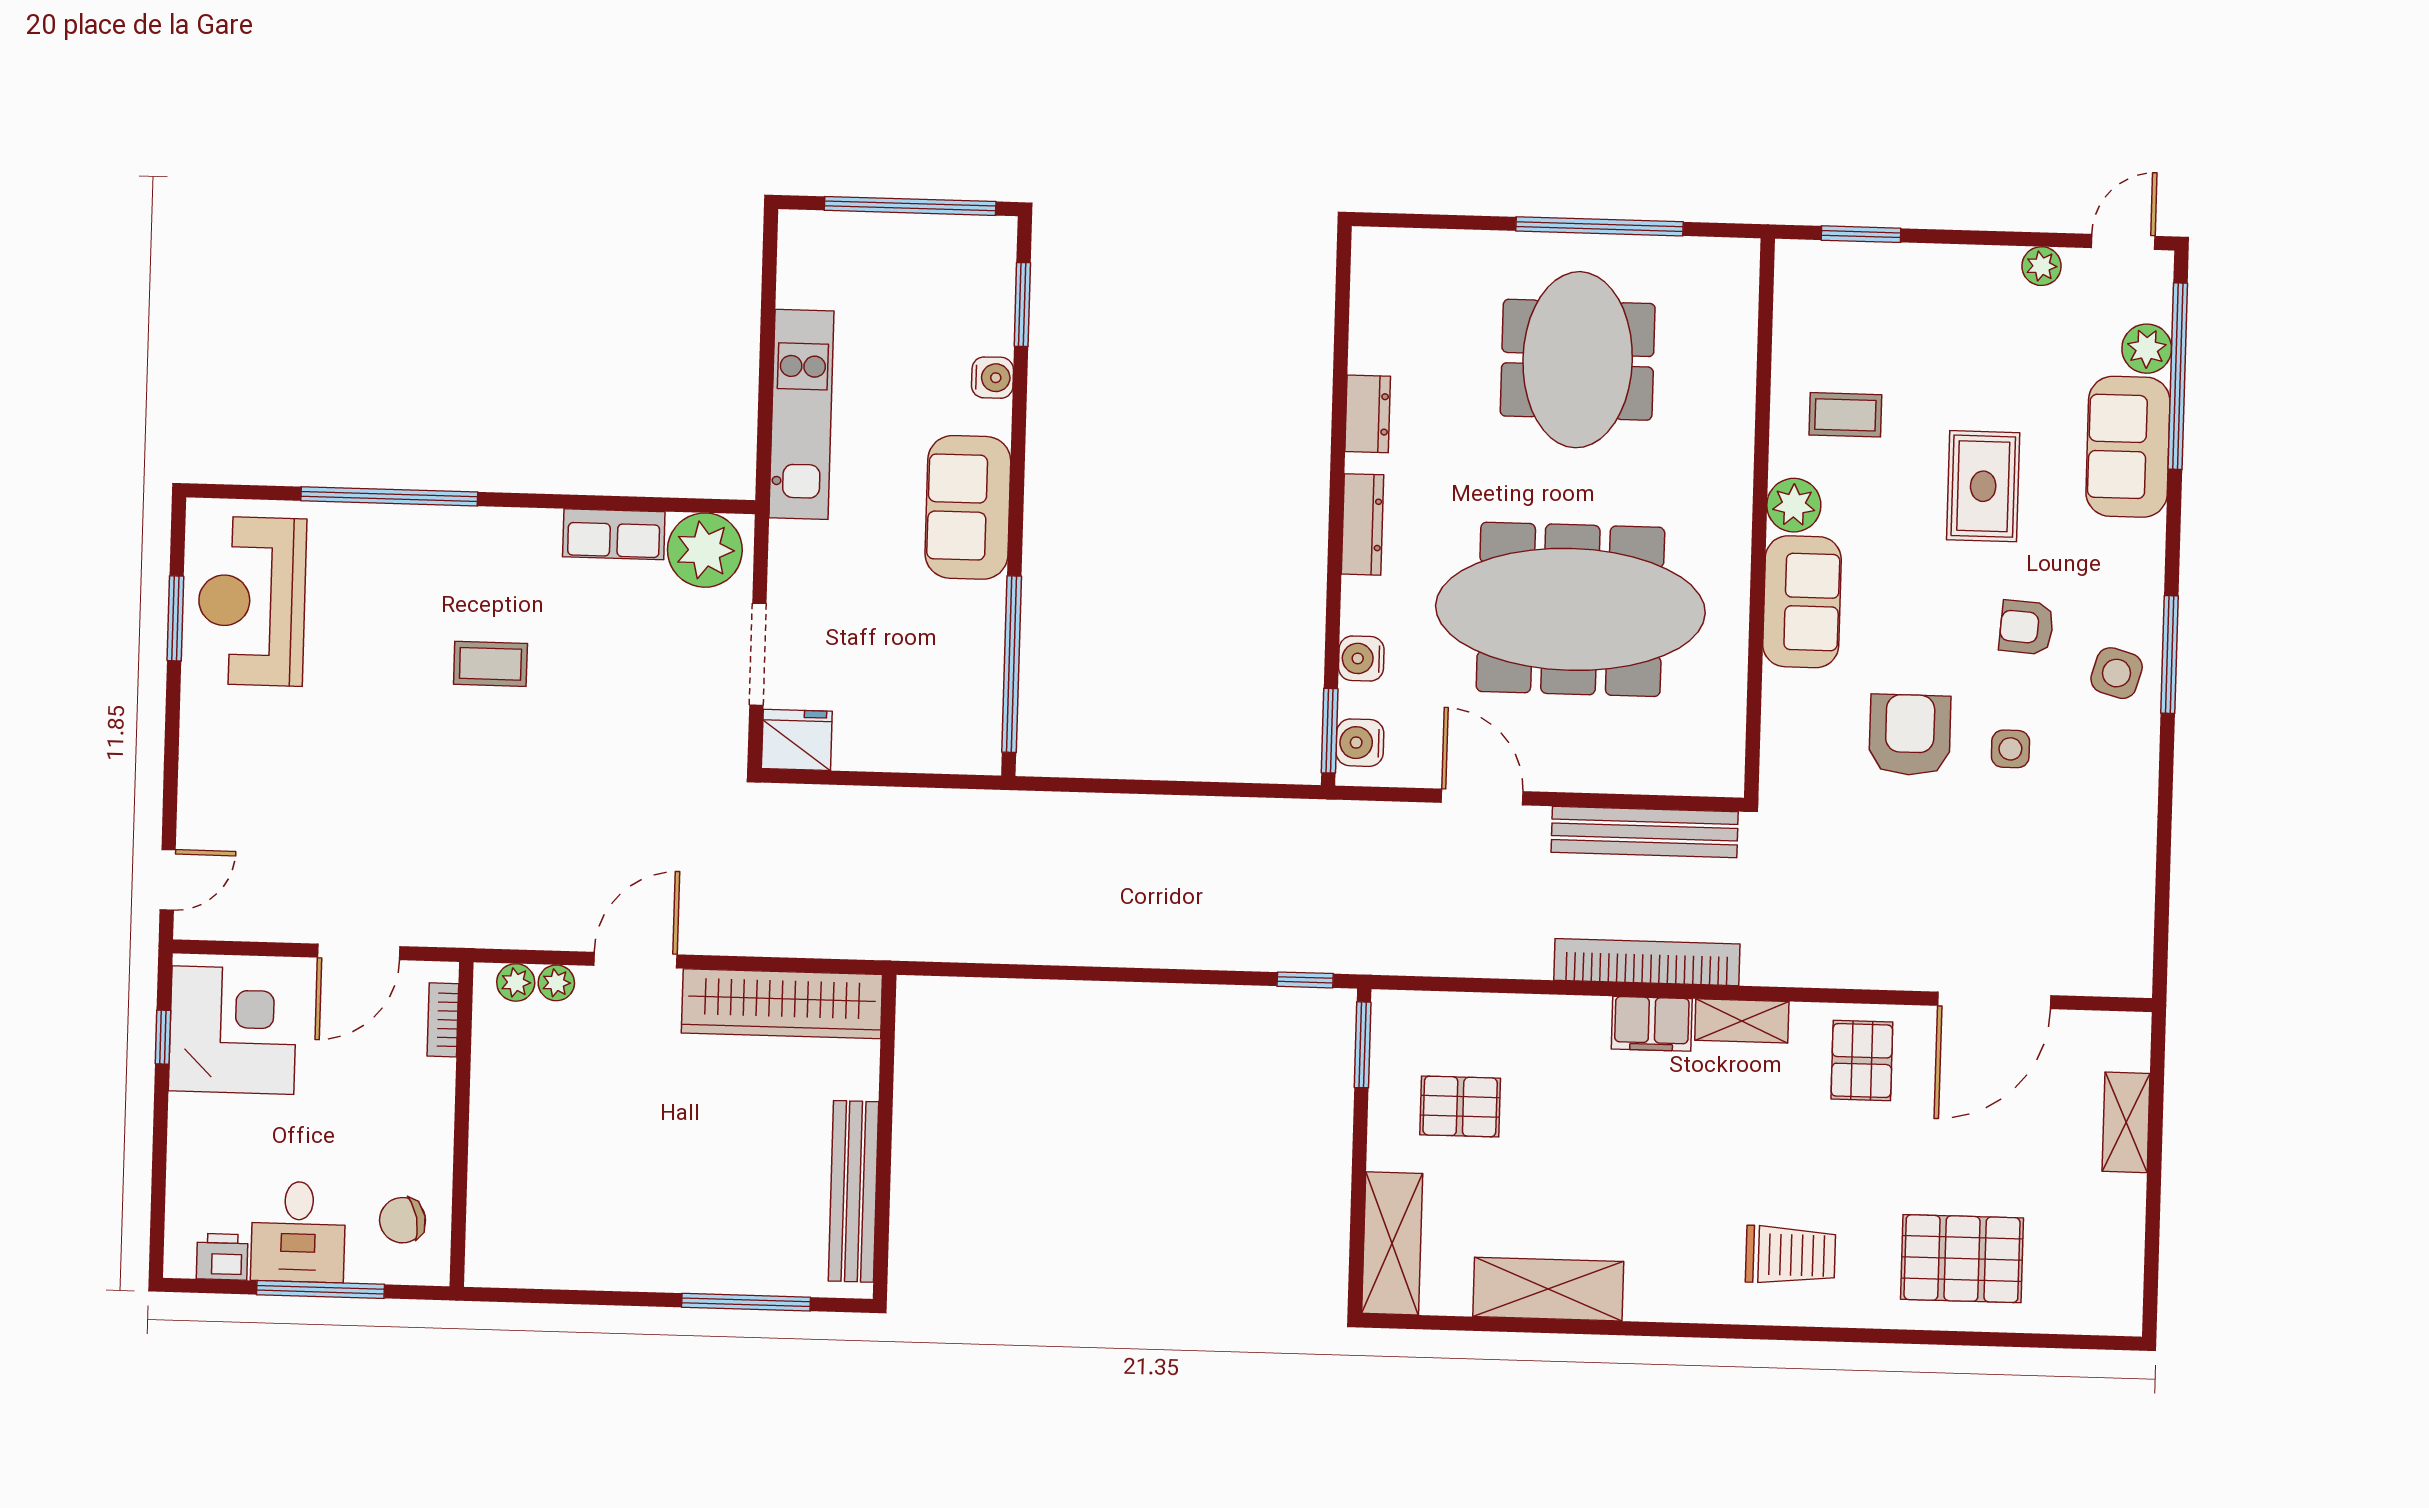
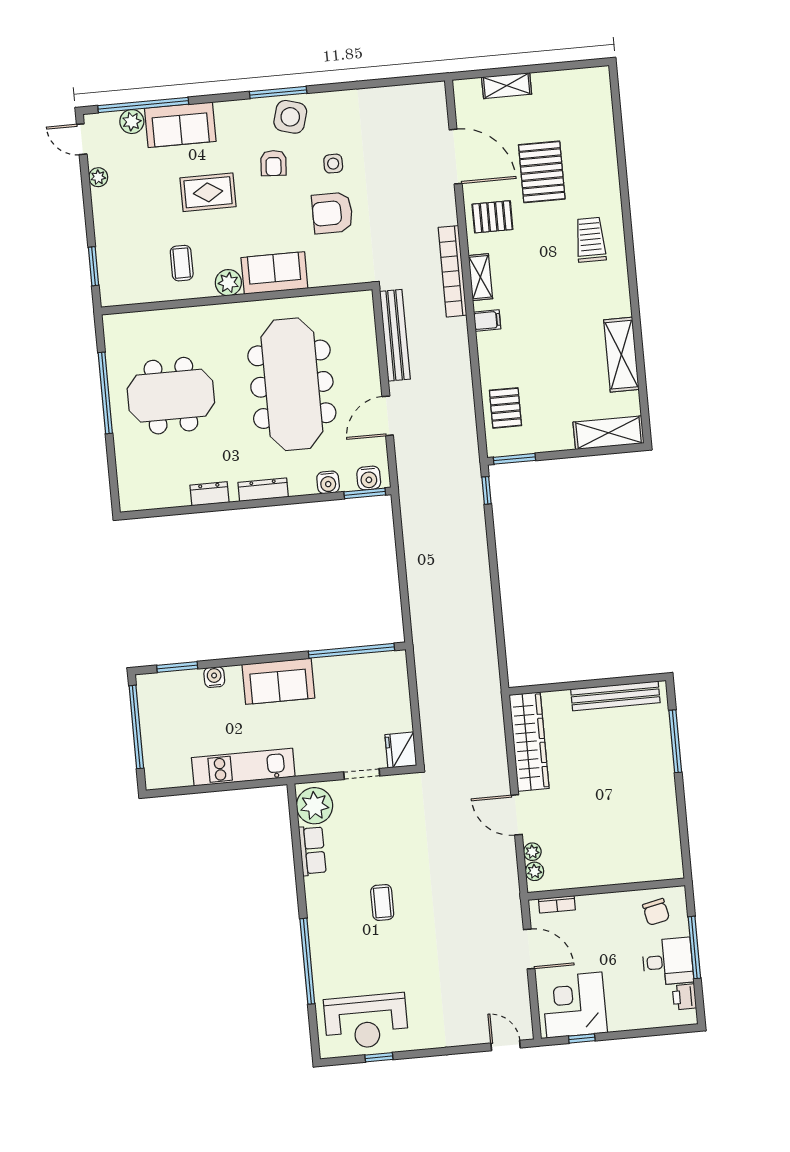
window: (175, 618) -> (379, 1057), width x0.67
doorway: (758, 654) -> (362, 774), width x0.73
side table: (2117, 673) -> (290, 117), width x1.37, depth x1.37
bookcase: (1647, 962) -> (453, 271), moved
filing cabinet: (1652, 1024) -> (487, 320), width x0.50
pallet: (1460, 1106) -> (505, 408), moved
pallet: (1962, 1259) -> (542, 172), moved

